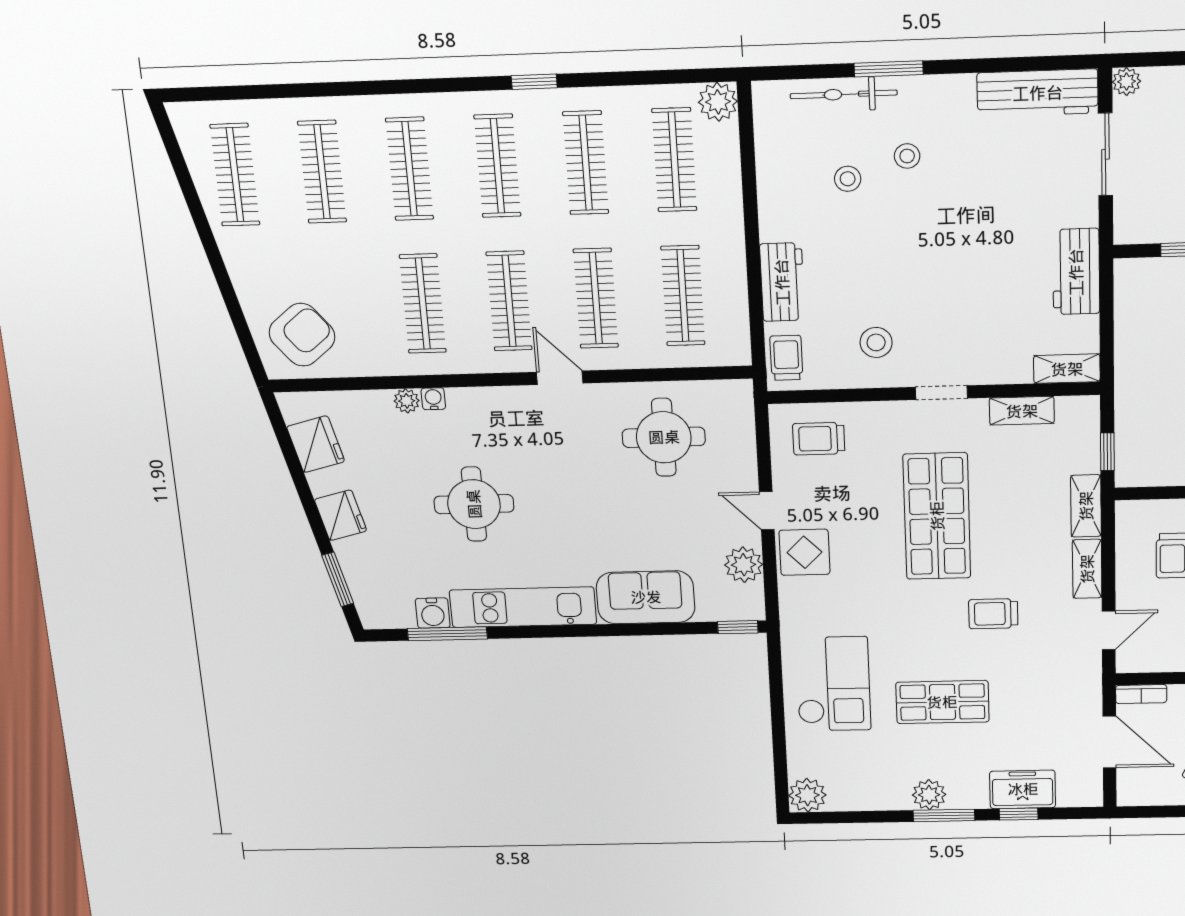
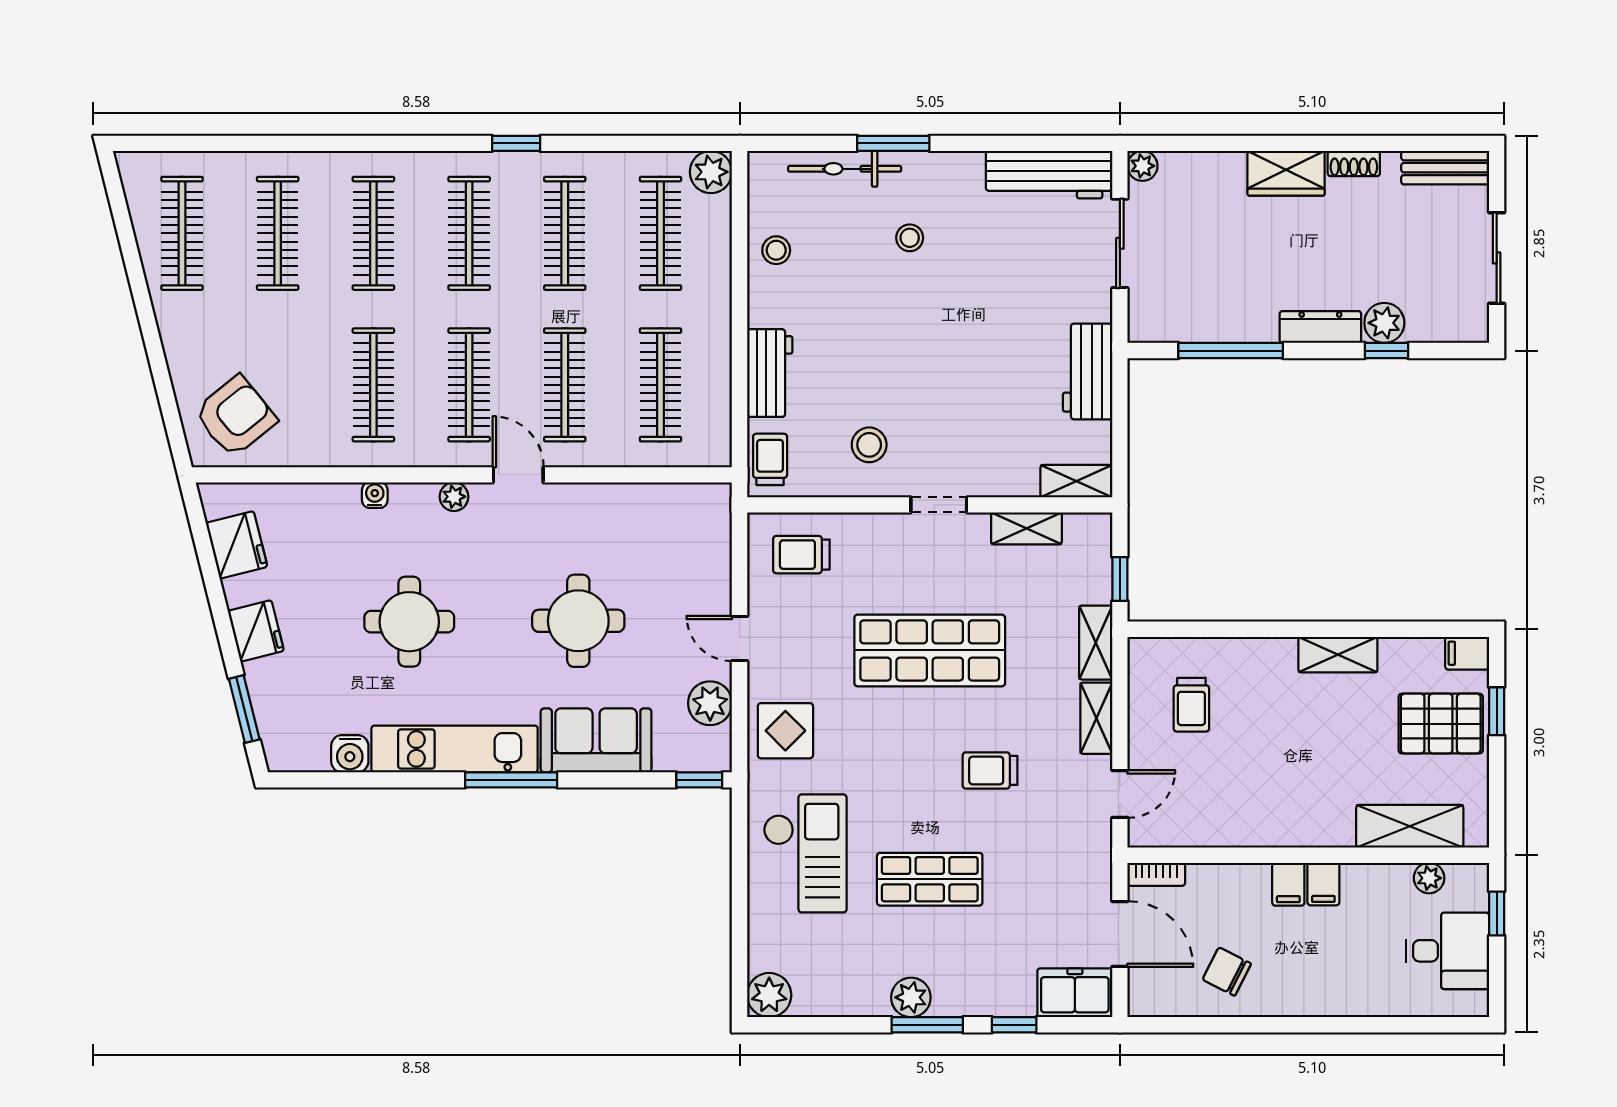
stool: (848, 179) -> (776, 250), moved
plant: (407, 401) -> (454, 497), moved
round table: (664, 437) -> (578, 621), moved
shop shelf: (937, 516) -> (930, 650), turned 90
display table: (804, 552) -> (785, 731), moved
window: (447, 634) -> (511, 780), moved
freezer: (1023, 789) -> (1075, 993), moved

